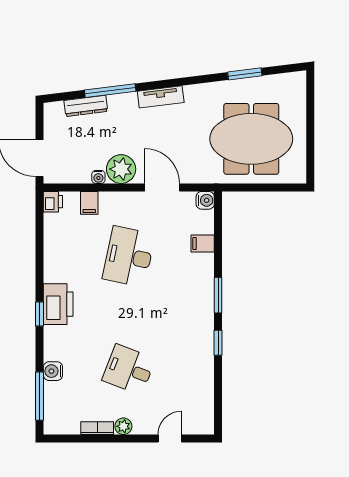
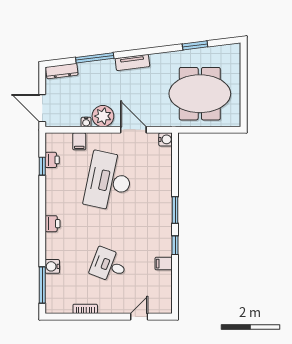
dresser: (86, 106) -> (62, 71), moved
printer: (53, 202) -> (52, 160), moved
filing cabinet: (203, 244) -> (164, 264), moved
desk: (129, 257) -> (109, 181), width x1.36, depth x1.30
printer: (58, 304) -> (53, 224), width x0.53, depth x0.68
window: (40, 314) -> (42, 166), moved
plant: (123, 426) -> (105, 307), removed

